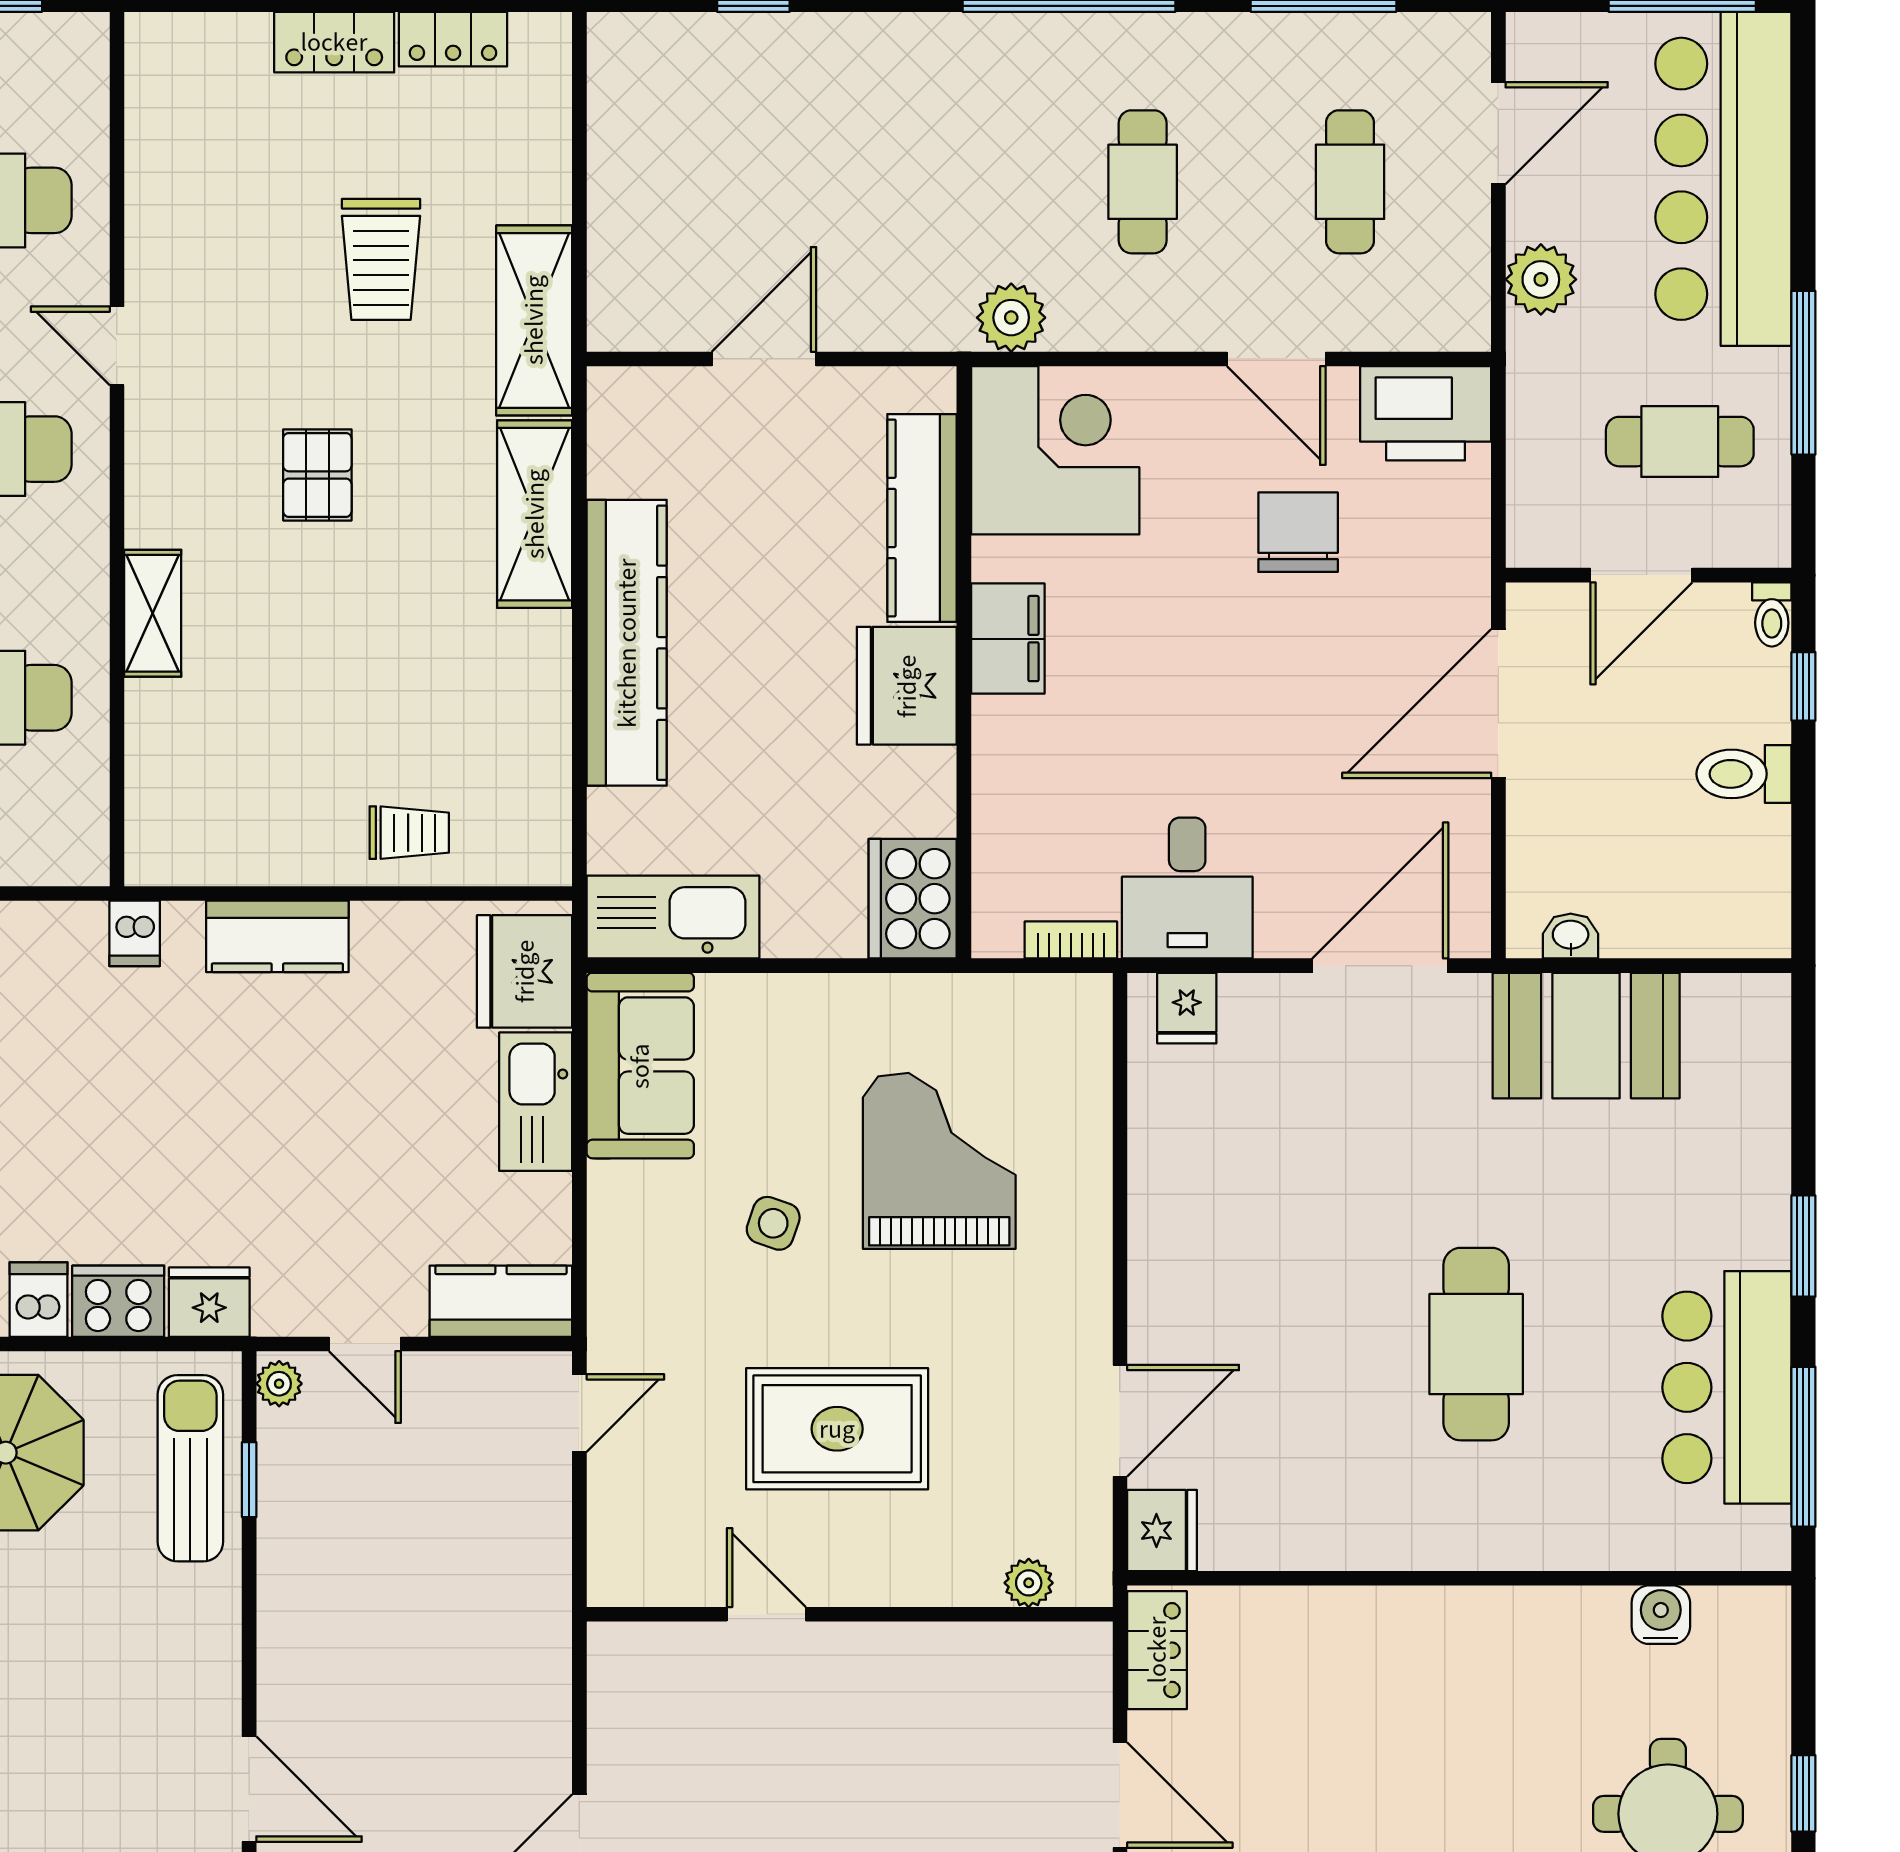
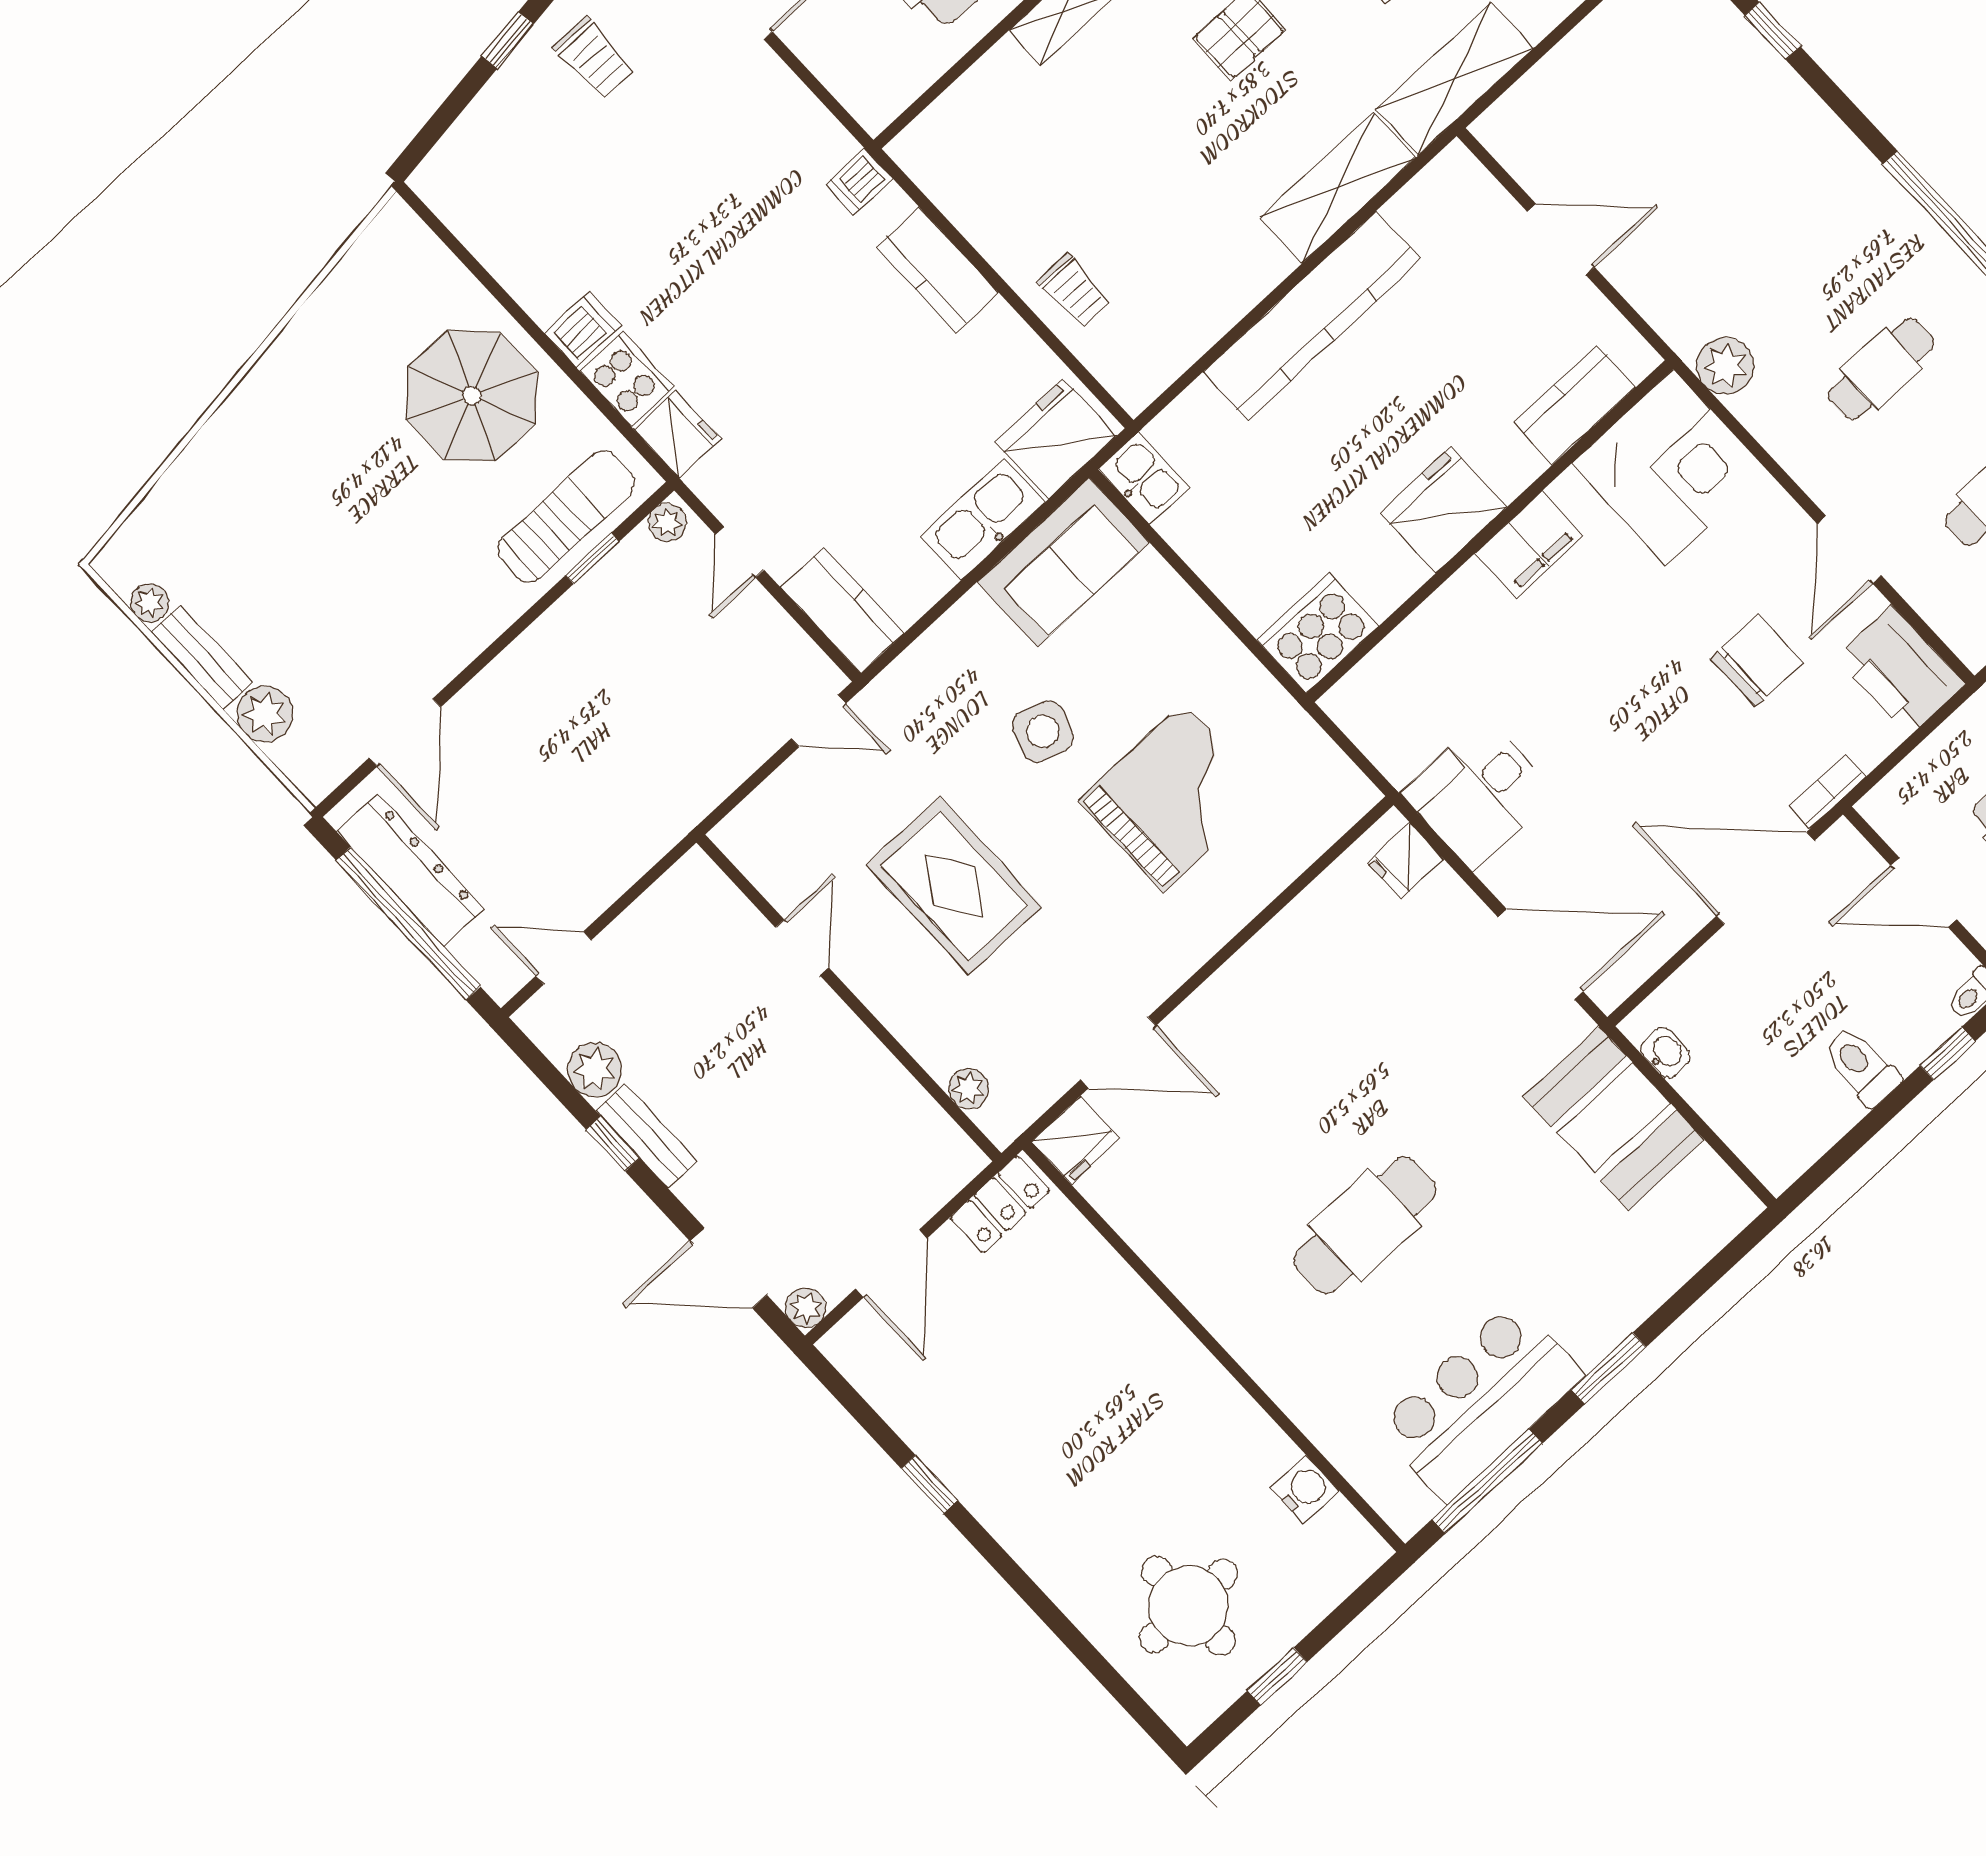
kitchen counter: (922, 518) -> (1575, 405), width x0.67
kitchen sink: (673, 917) -> (1144, 478), width x0.53, depth x0.81
bookcase: (1071, 940) -> (1828, 792), moved, turned -90
side table: (773, 1223) -> (1043, 731), width x1.37, depth x1.37

